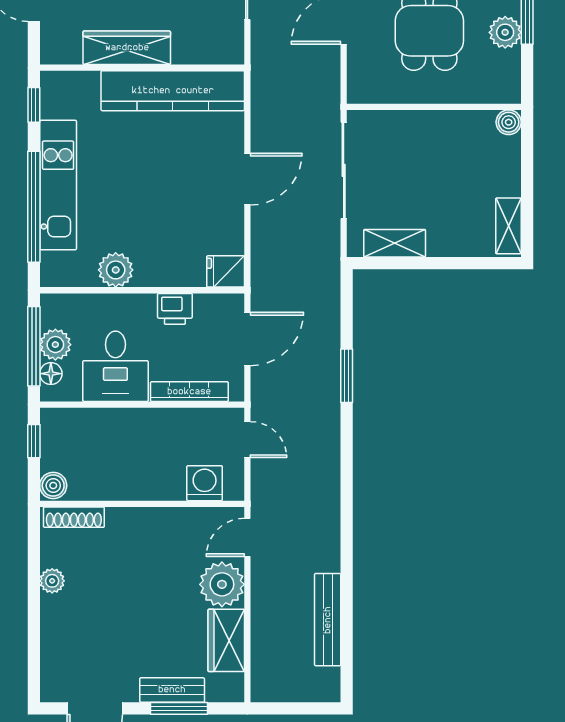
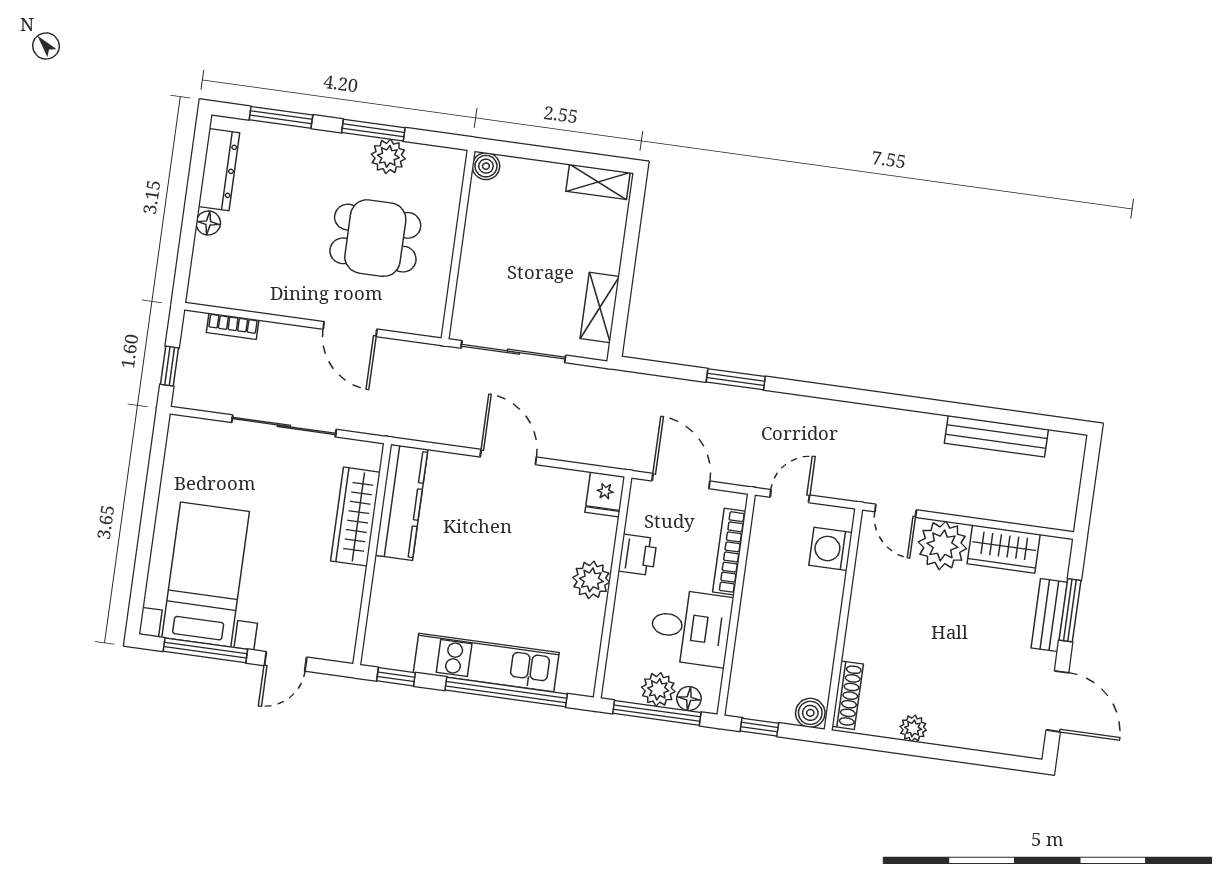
wardrobe: (127, 48) -> (355, 517), moved
kitchen counter: (173, 91) -> (401, 502), width x0.72, depth x0.86
plant: (116, 270) -> (591, 580), moved

